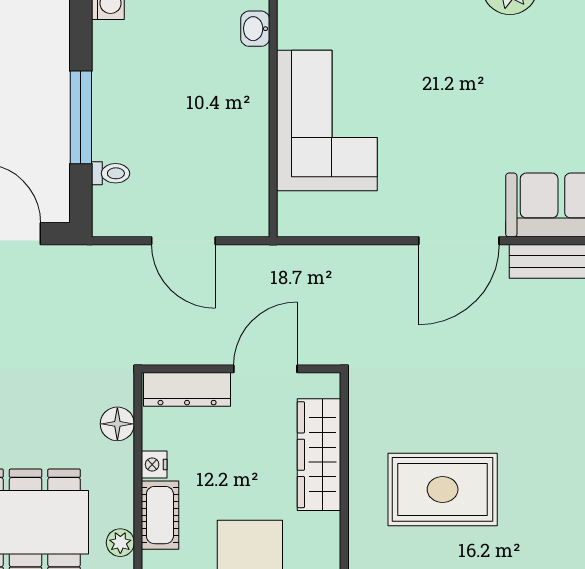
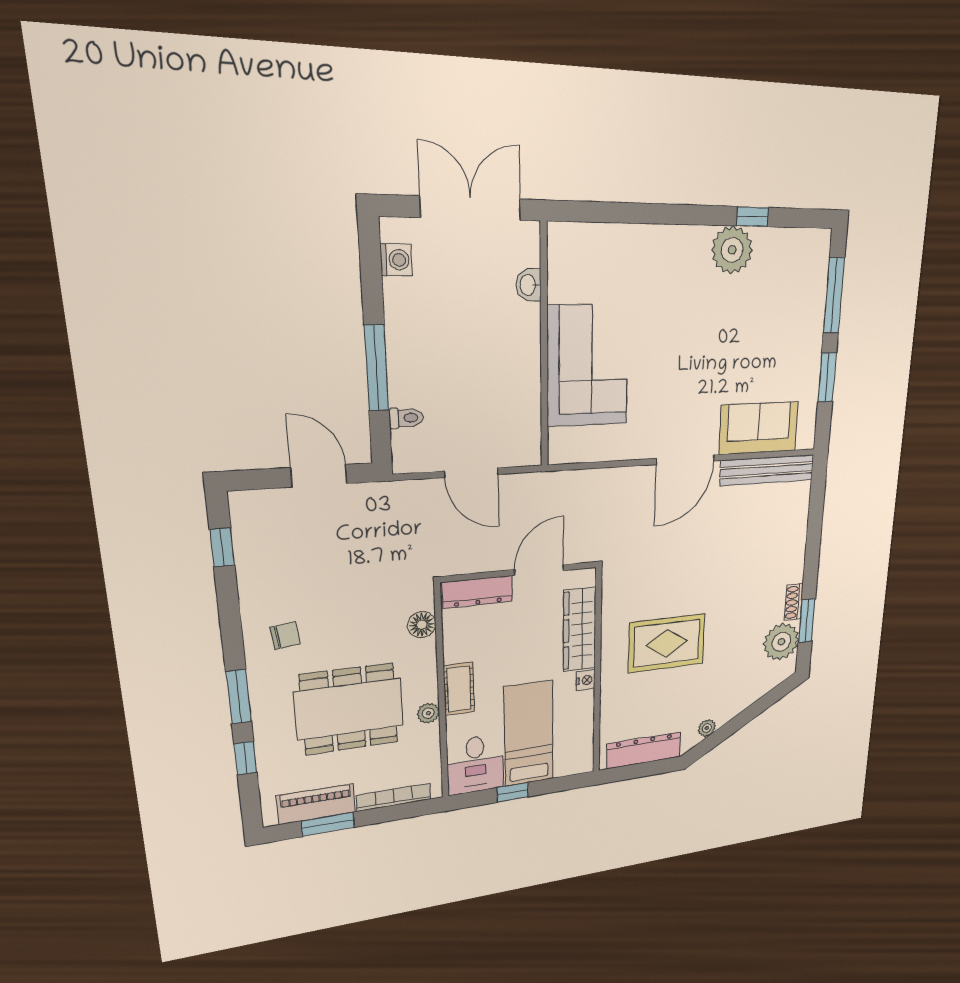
nightstand: (154, 465) -> (586, 680), moved, turned 180

